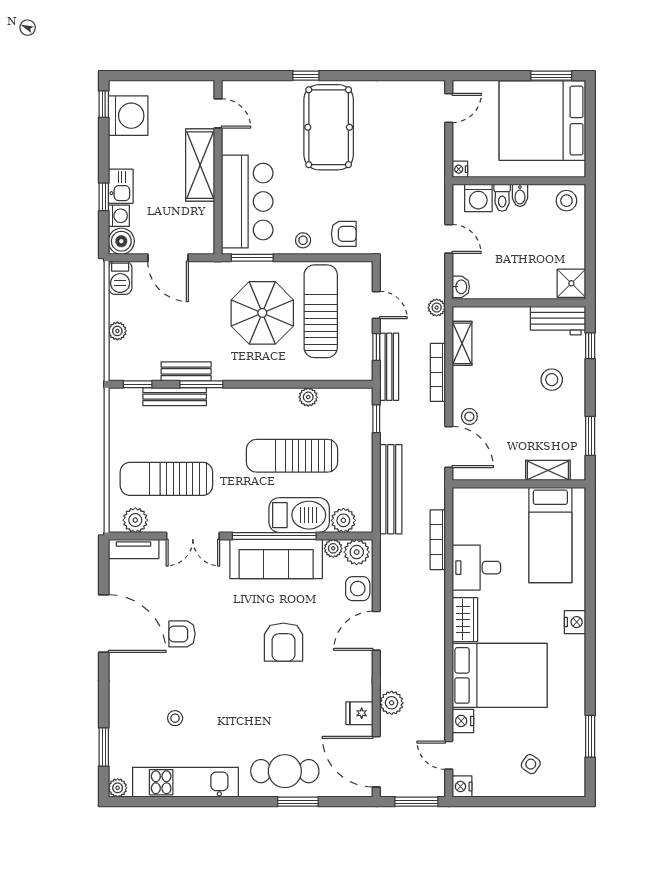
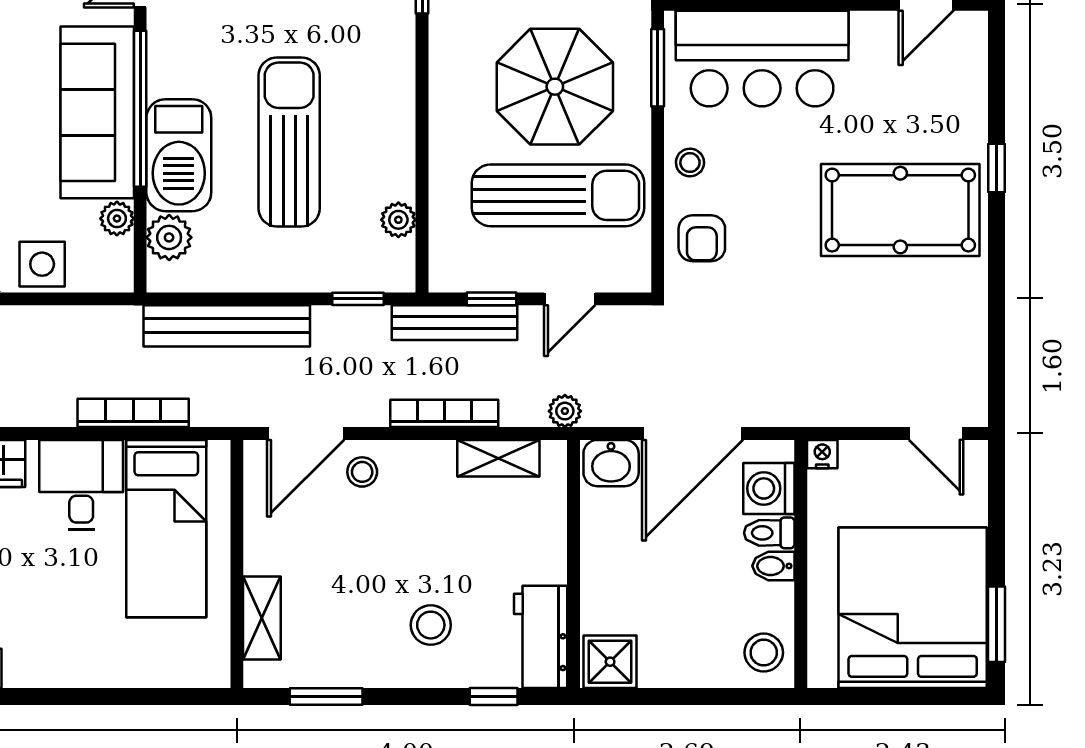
door: (449, 239) -> (692, 433), width x1.88
washbasin: (461, 287) -> (611, 463), width x1.38, depth x1.45
plant: (308, 397) -> (398, 220), moved
bed: (550, 535) -> (166, 529), moved, turned -90
plant: (357, 552) -> (110, 262), removed

